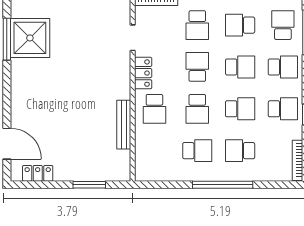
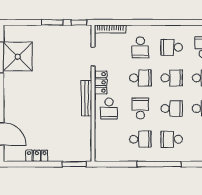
school desk: (197, 67) -> (140, 78), turned 90
school desk: (197, 109) -> (140, 109), turned 180
bench: (124, 125) -> (86, 98), moved
locker: (38, 173) -> (37, 156), moved
window: (89, 185) -> (74, 164), moved

